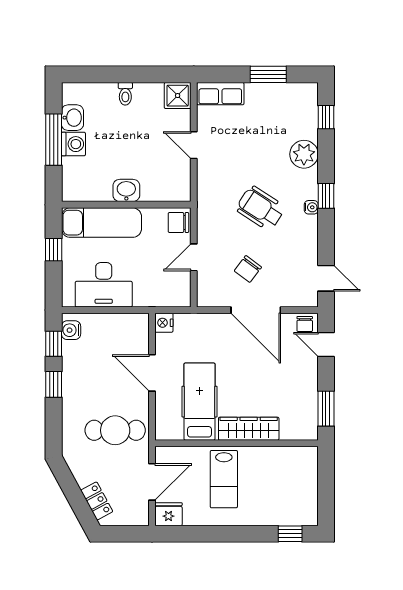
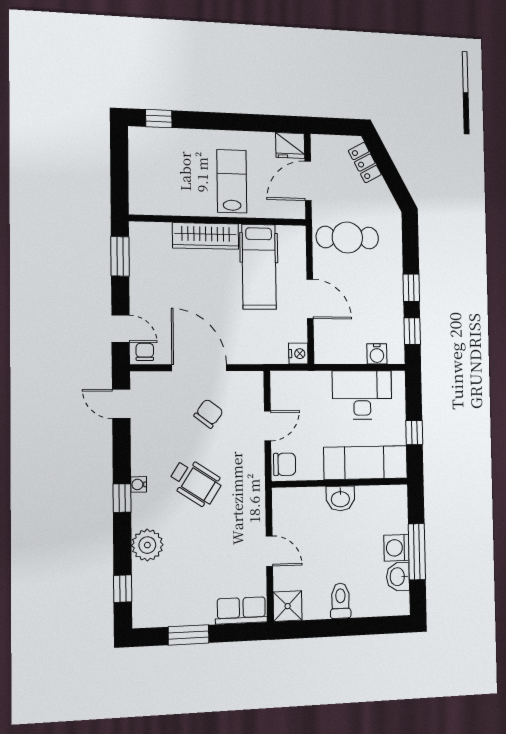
toilet: (125, 94) -> (340, 601), width x1.37, depth x1.39
water cooler: (71, 330) -> (377, 354), moved, turned 90

